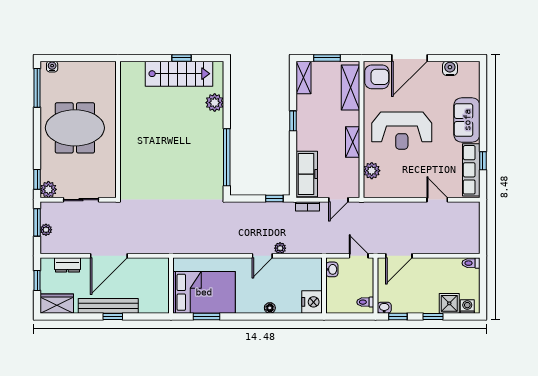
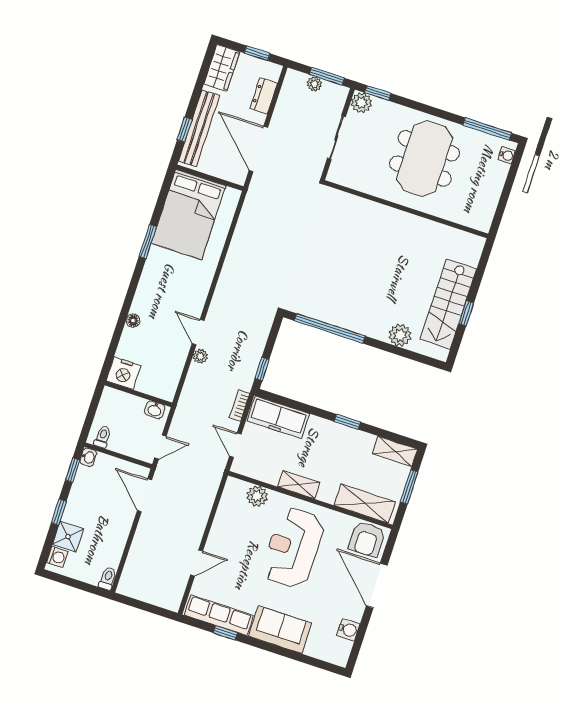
wall: (171, 285) -> (210, 178), moved
bed: (204, 292) -> (189, 215), moved

